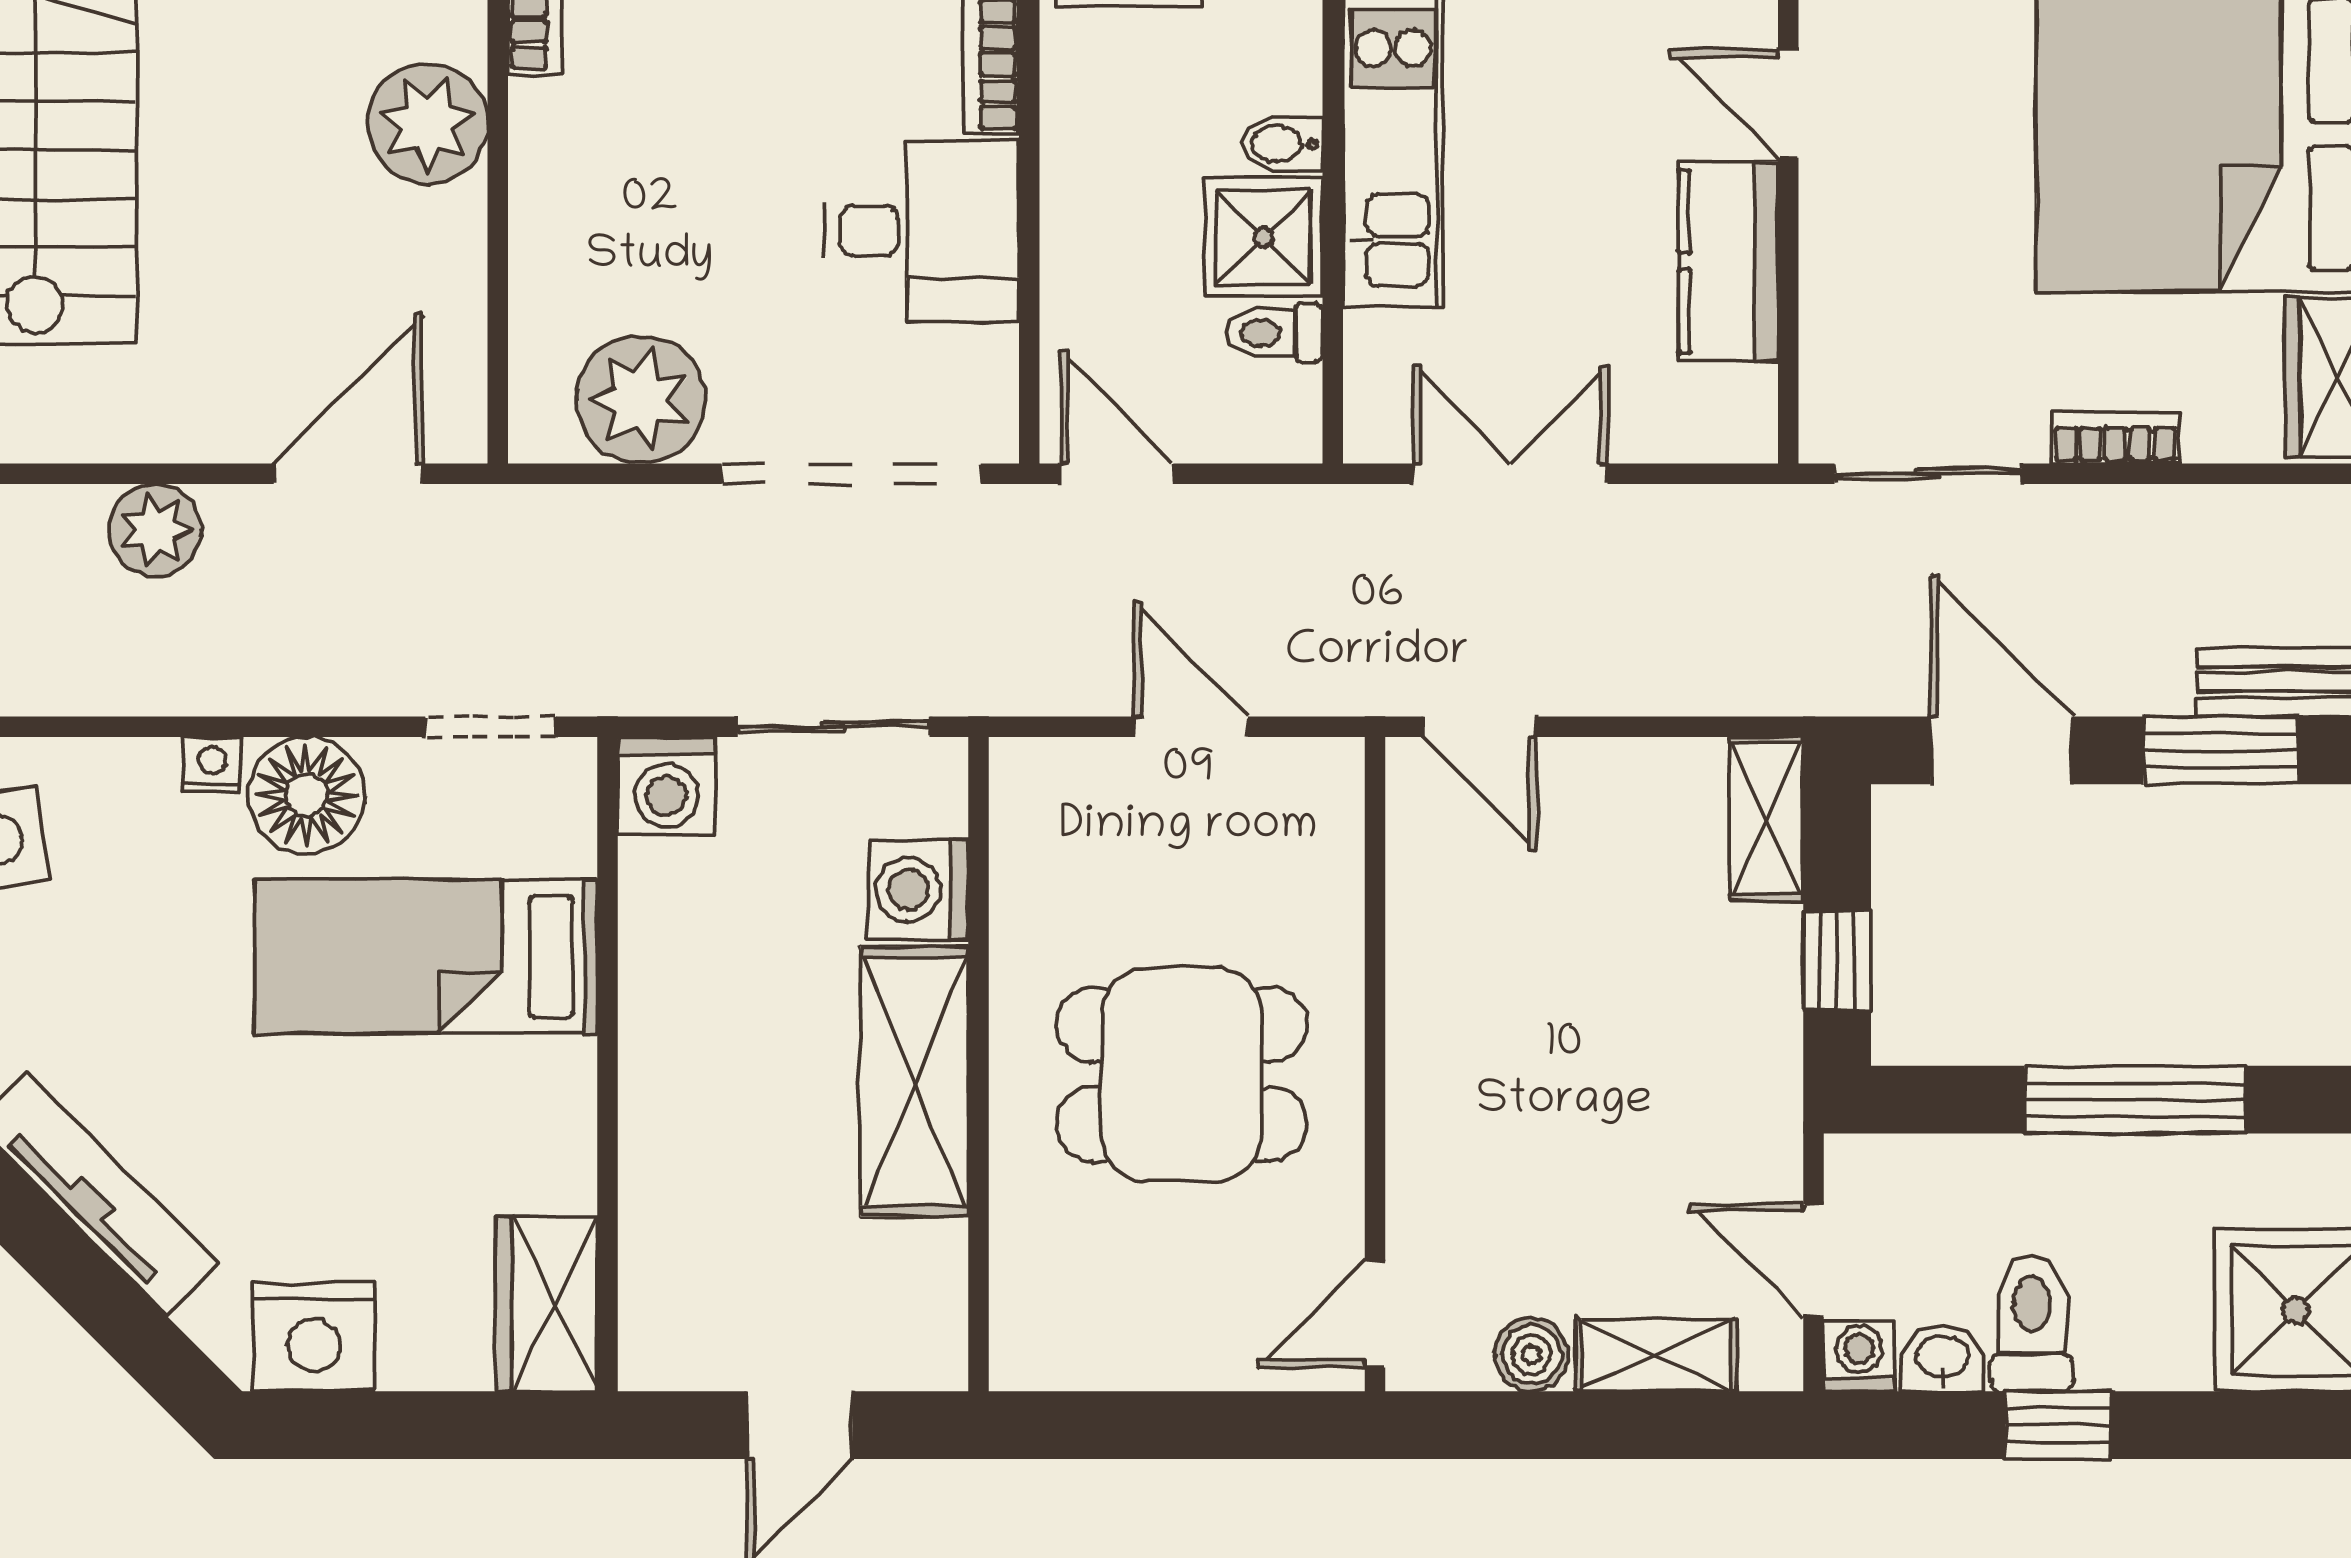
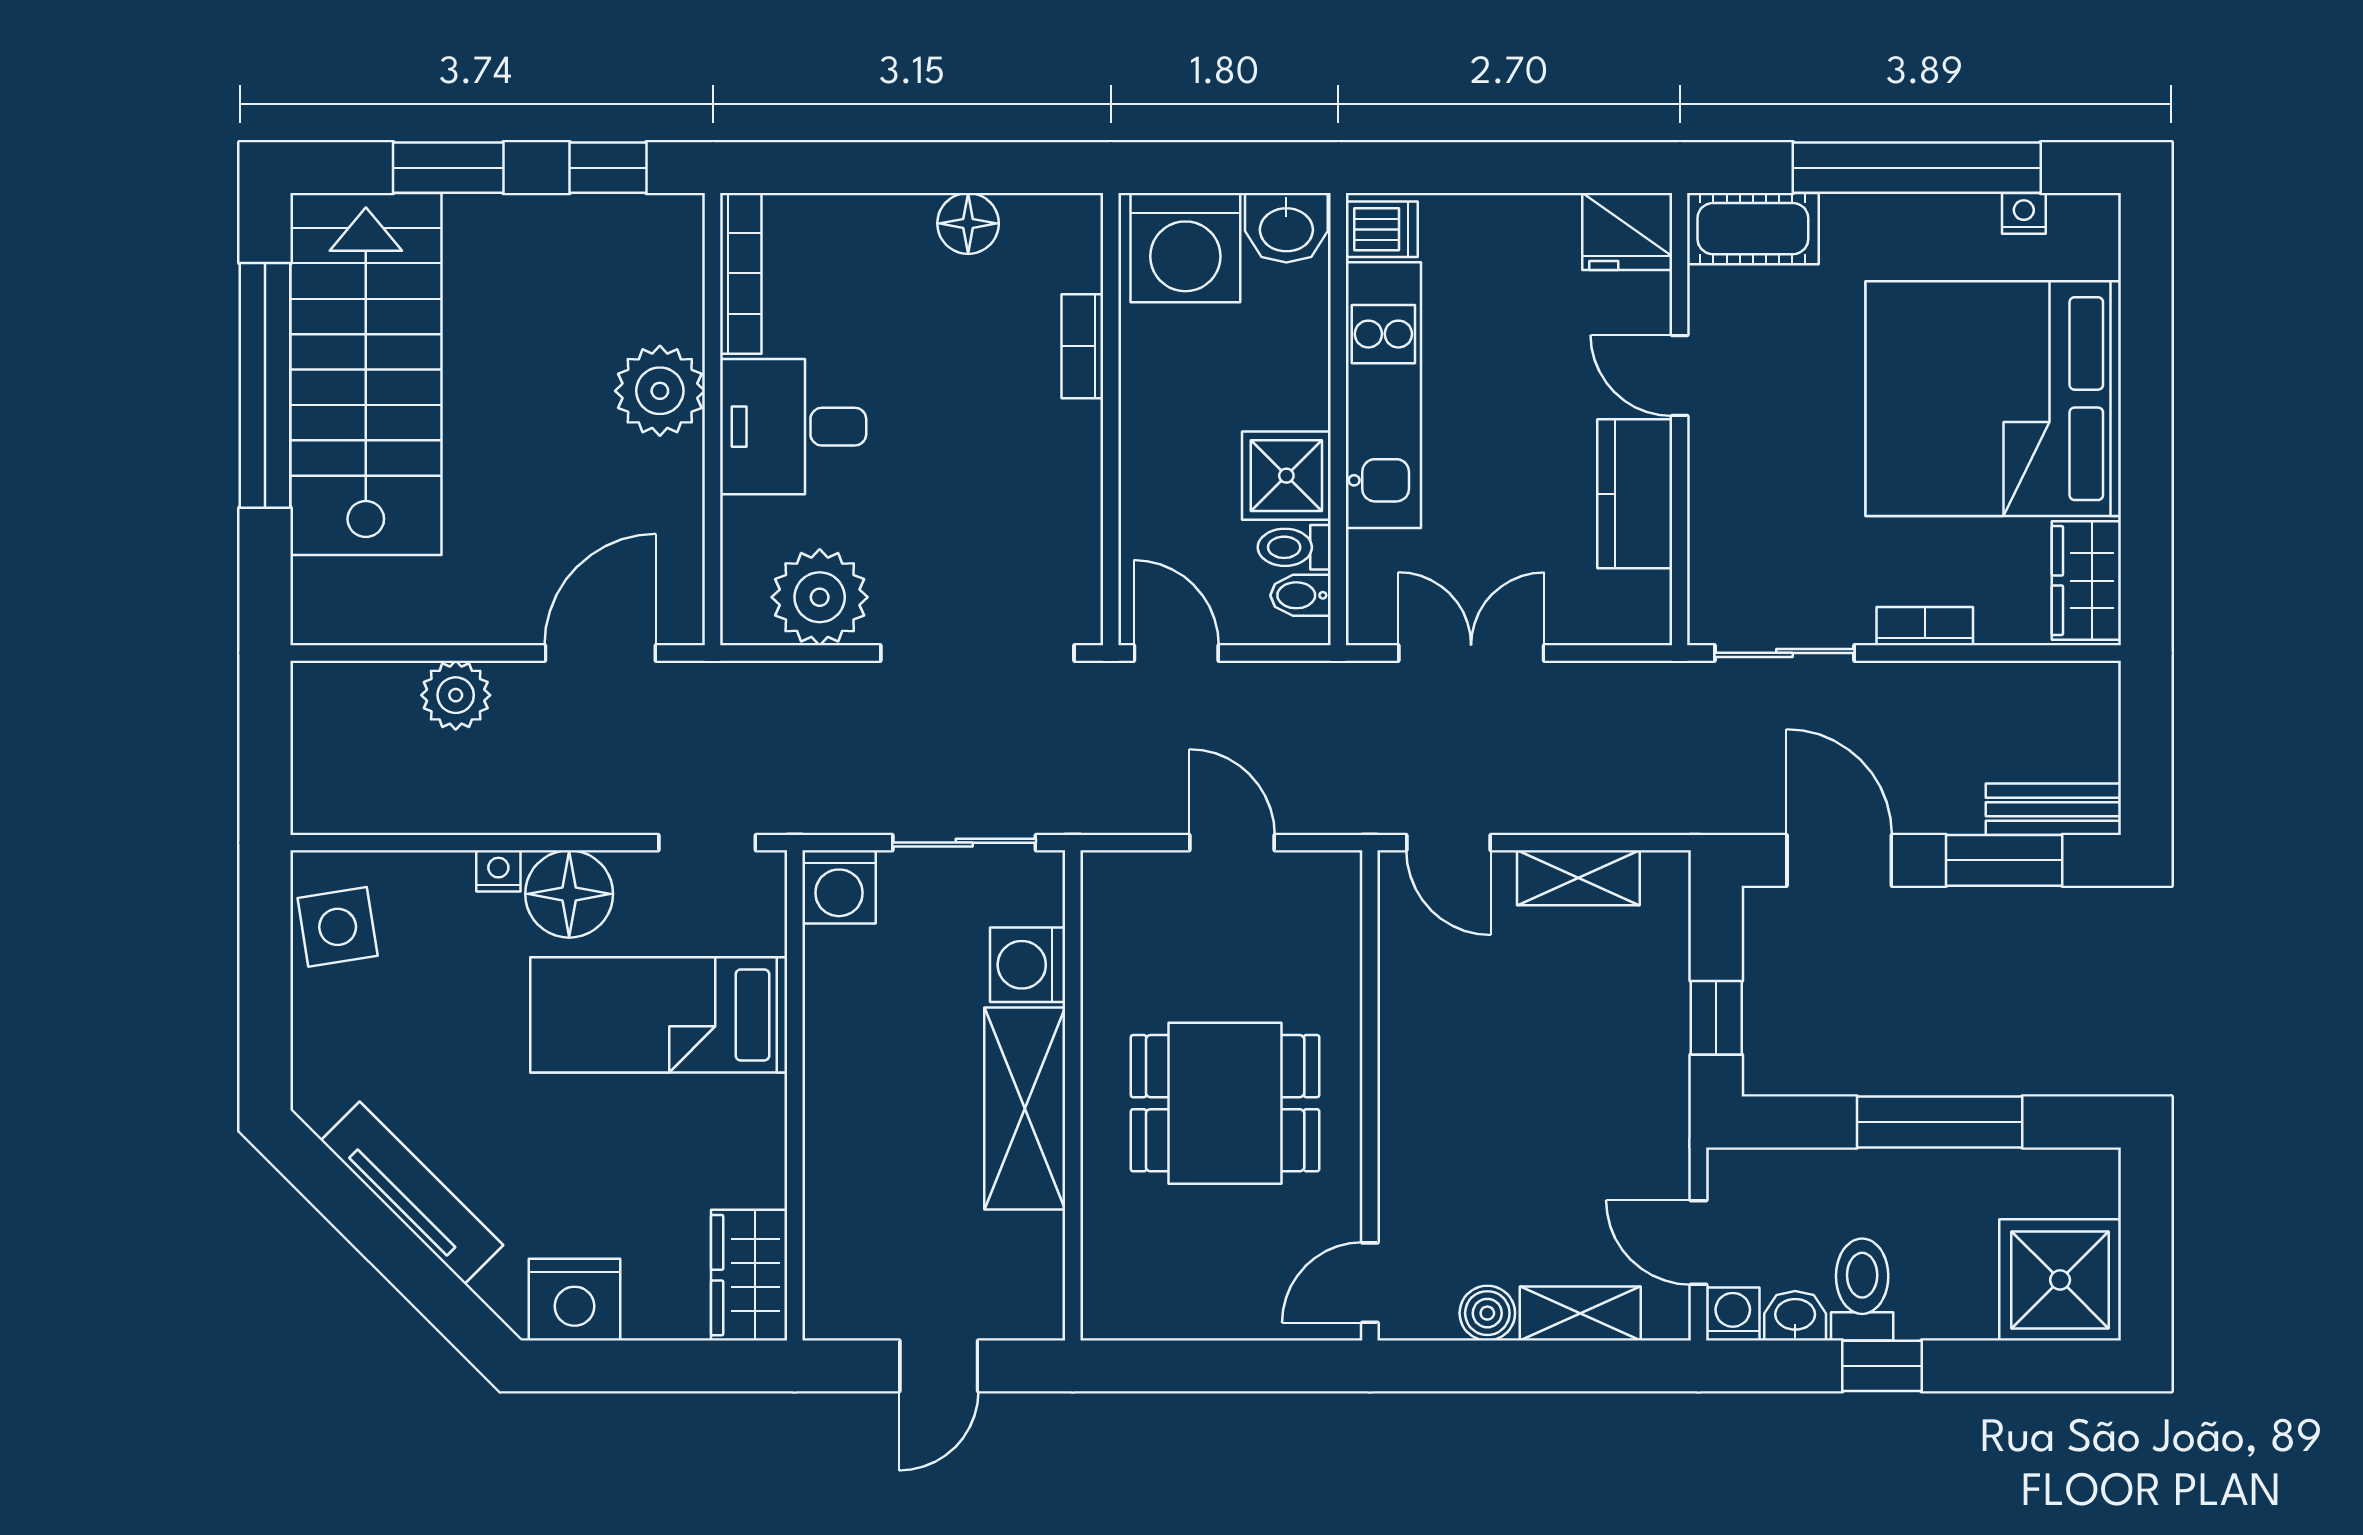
bidet: (1282, 144) -> (1300, 595), moved
desk: (922, 231) -> (793, 427), moved, turned 180
shelving: (1767, 819) -> (1578, 878), moved, turned 90

